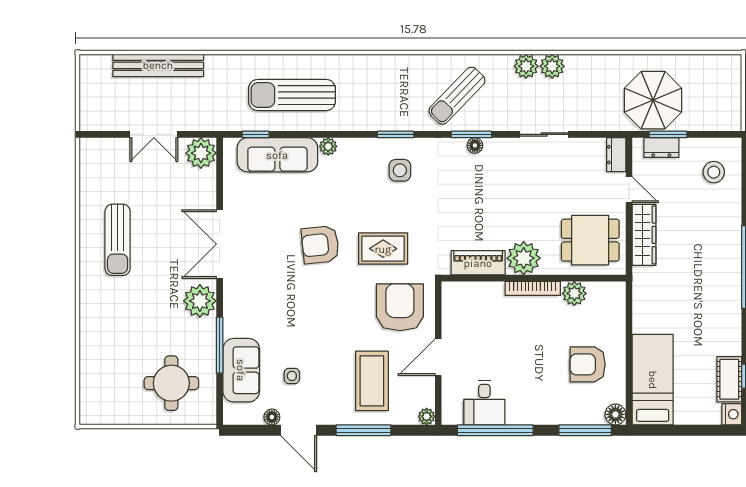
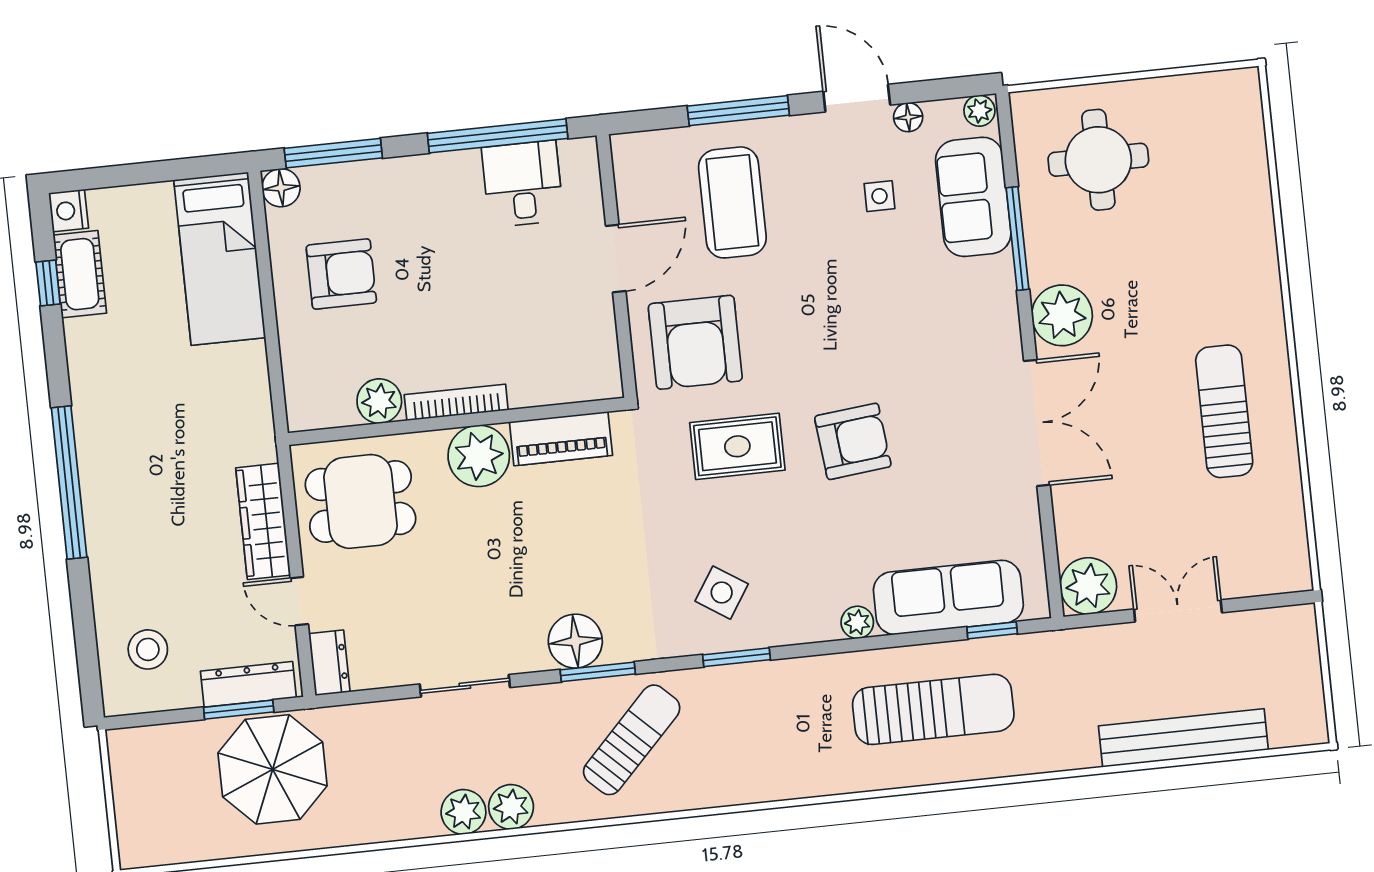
floor lamp: (475, 145) -> (575, 641), width x1.89, depth x1.89
dresser: (661, 148) -> (248, 684), width x1.44
side table: (400, 170) -> (722, 593), turned 33
plant: (427, 416) -> (979, 111), moved

